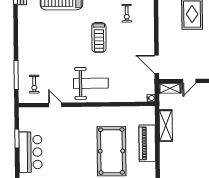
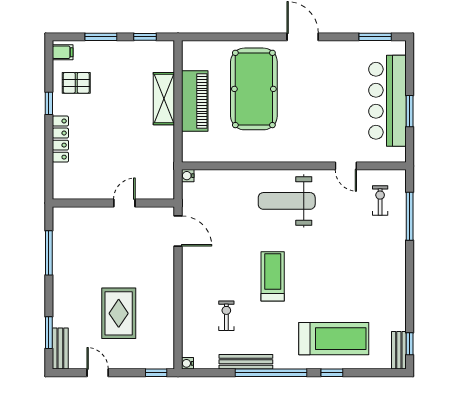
shelving: (170, 88) -> (156, 191), removed
shelving: (166, 126) -> (164, 99), moved
bar counter: (30, 152) -> (387, 101), width x1.36

